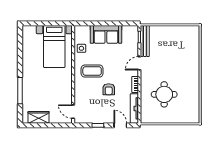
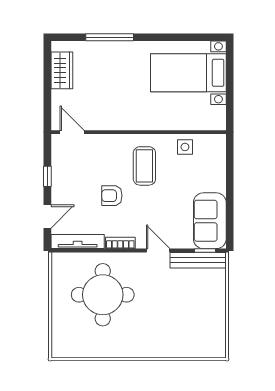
sofa: (106, 34) -> (210, 221), moved
bed with nightstands: (54, 46) -> (188, 73), moved
round table: (164, 94) -> (103, 295), width x1.36, depth x1.36
door: (73, 112) -> (72, 132), hinge flipped

